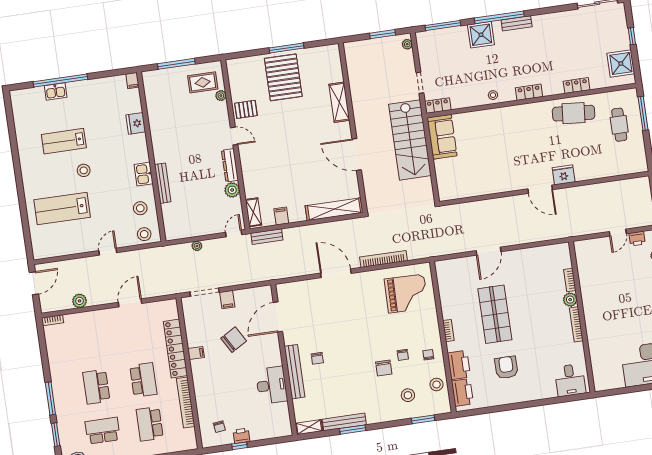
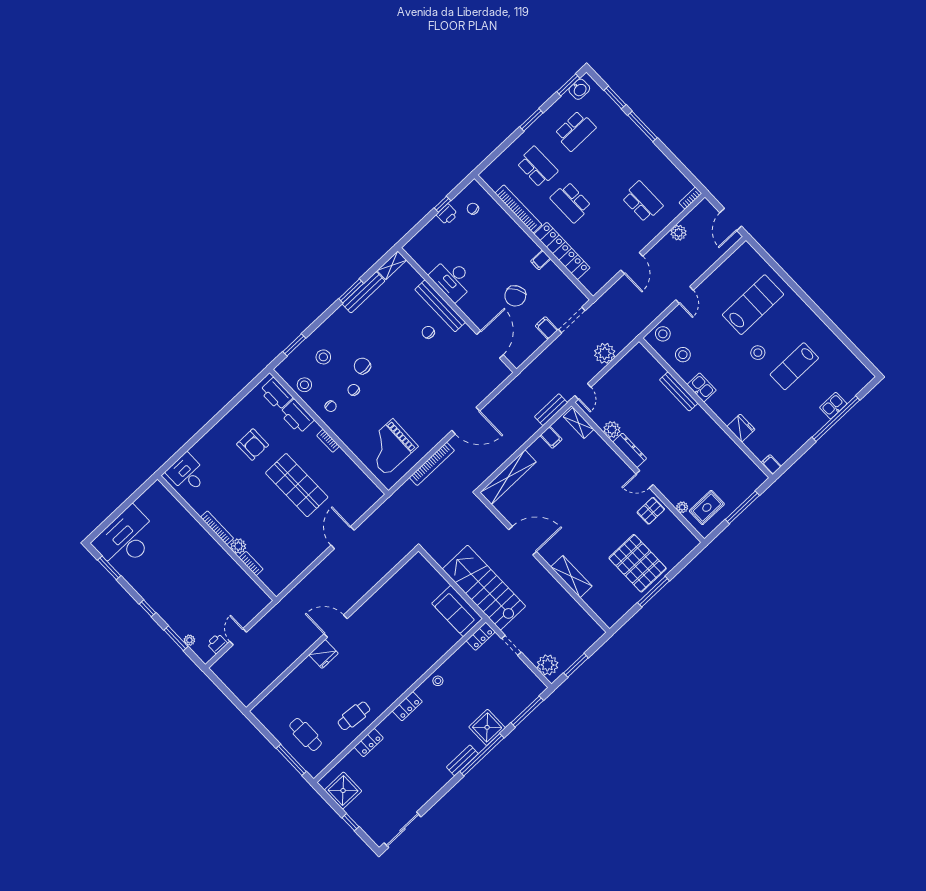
plant: (407, 44) -> (548, 665), width x1.87, depth x1.87
cafe table: (574, 113) -> (354, 716), width x0.73, depth x0.74
lab bench: (64, 141) -> (794, 366), turned 180
plant: (197, 246) -> (605, 353), width x1.88, depth x1.88
school desk: (96, 387) -> (642, 202), moved

